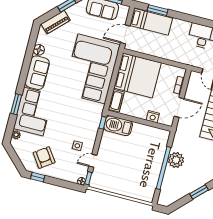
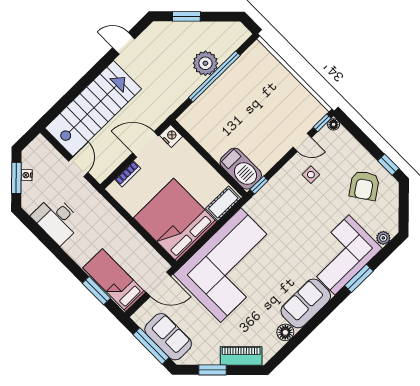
nightstand: (153, 117) -> (171, 136), moved
plant: (176, 160) -> (205, 63), moved

